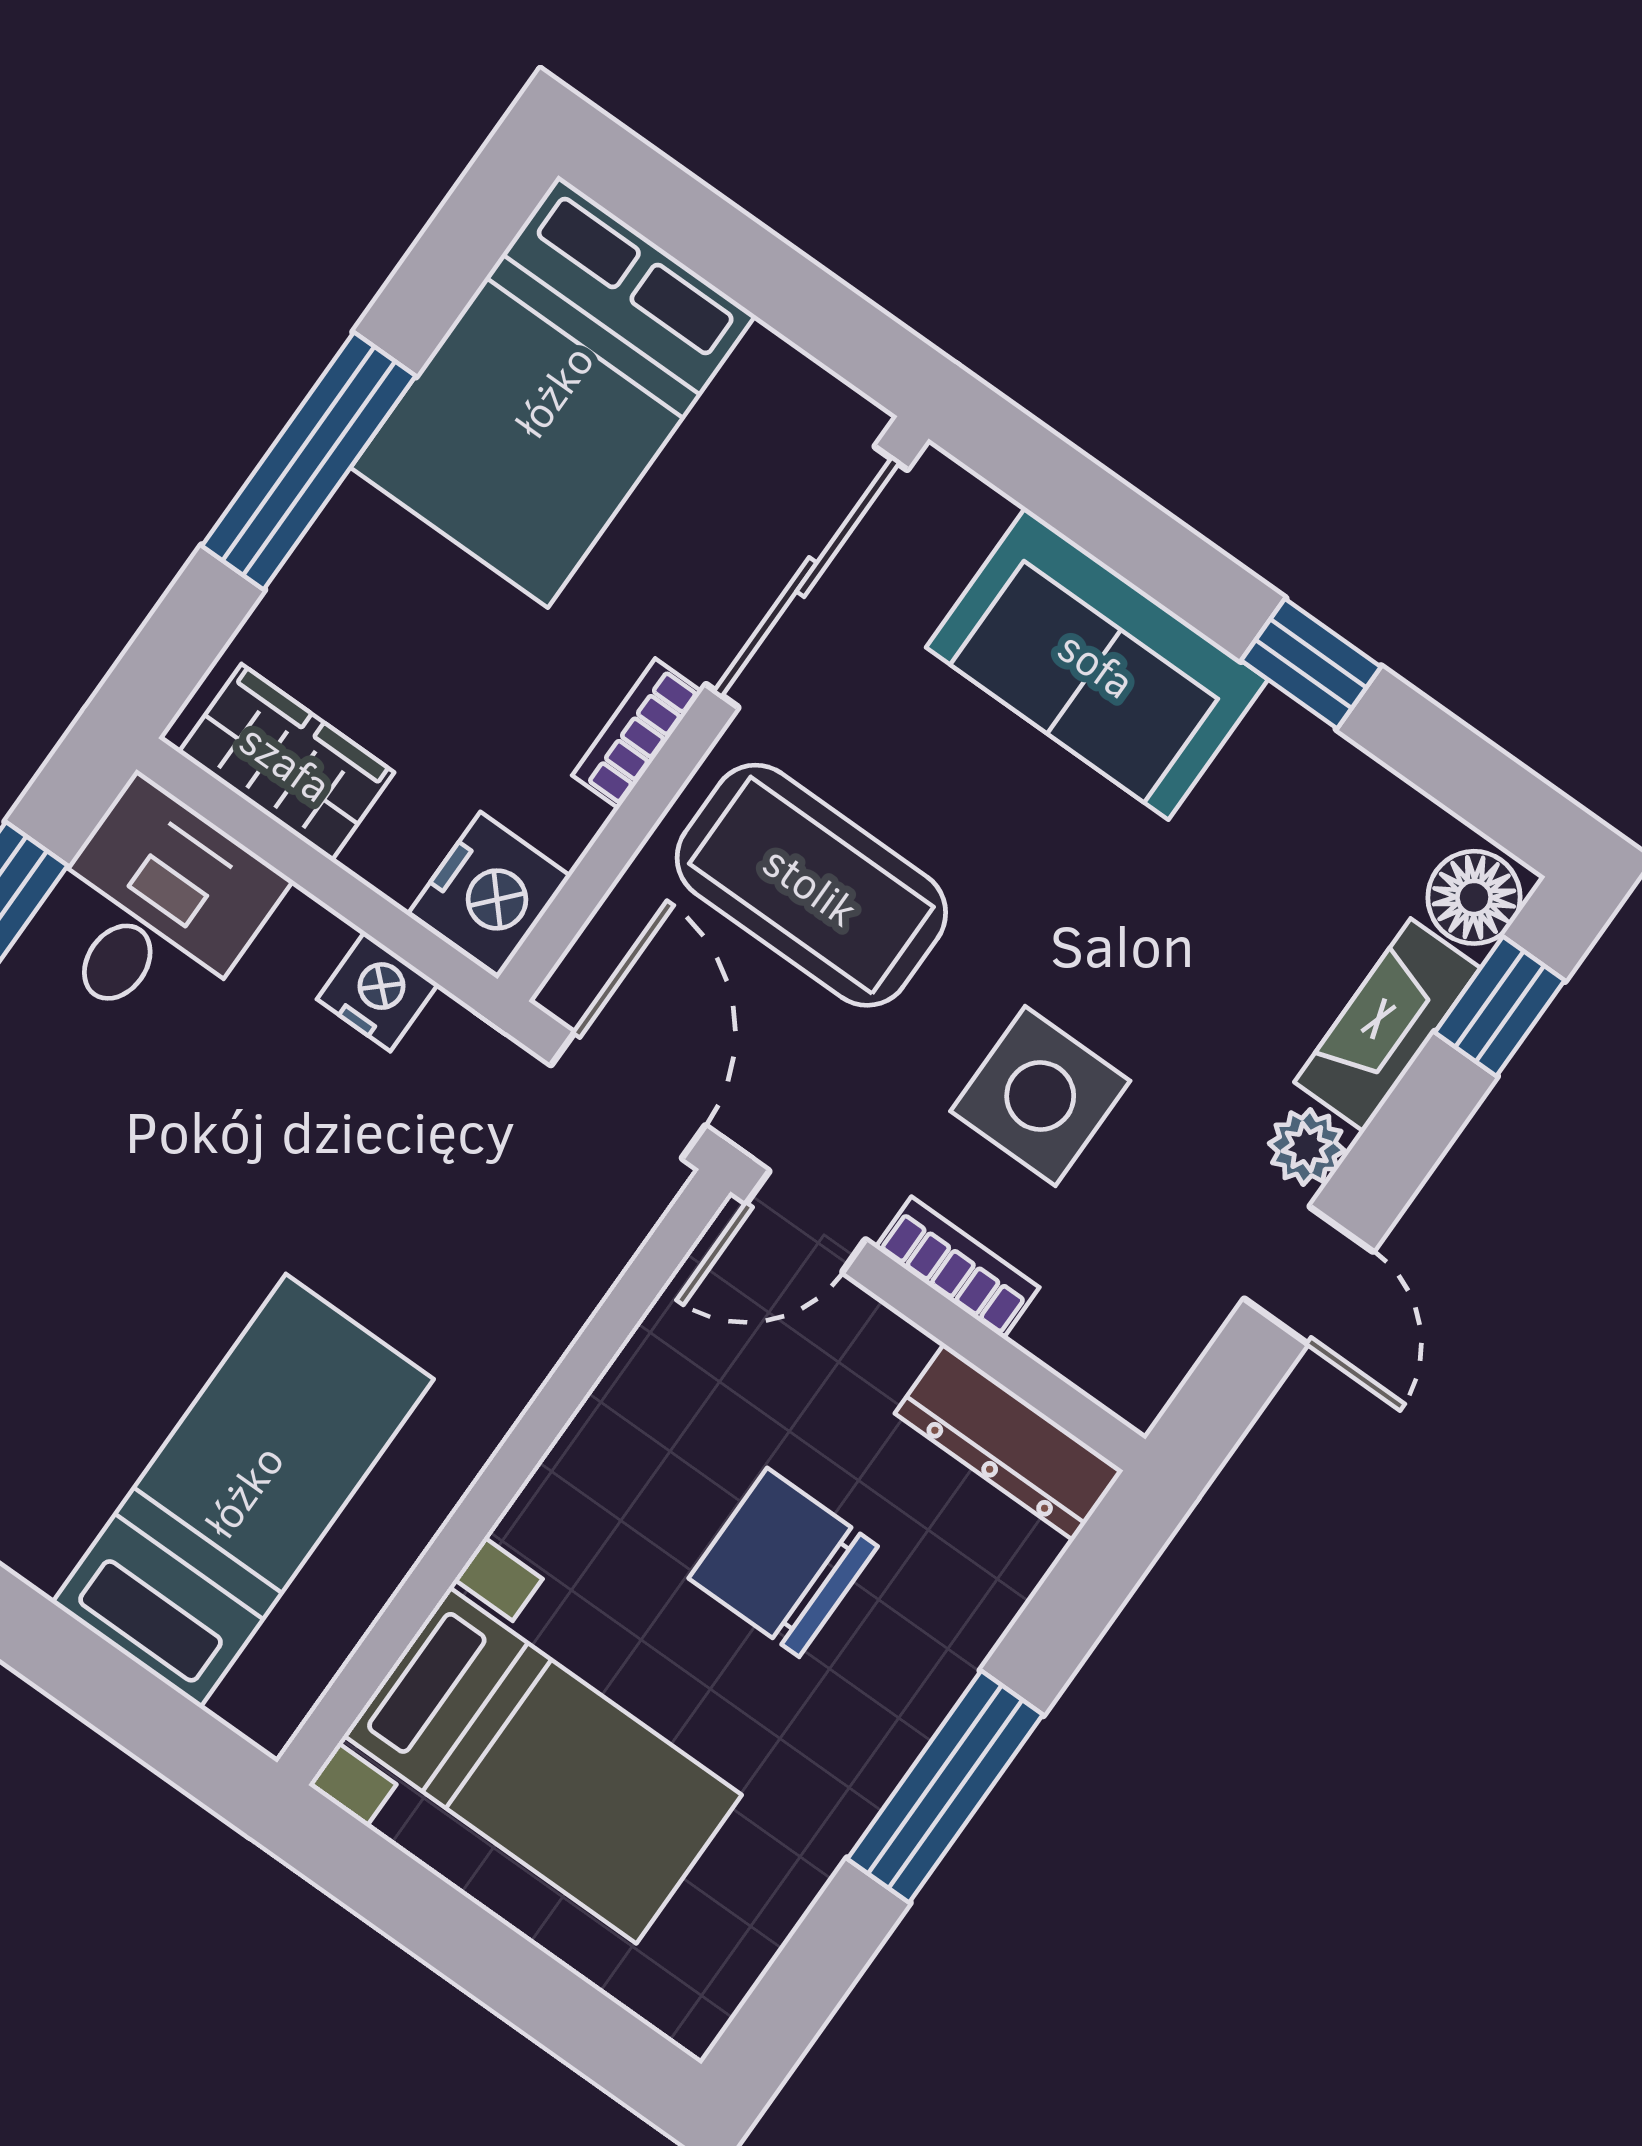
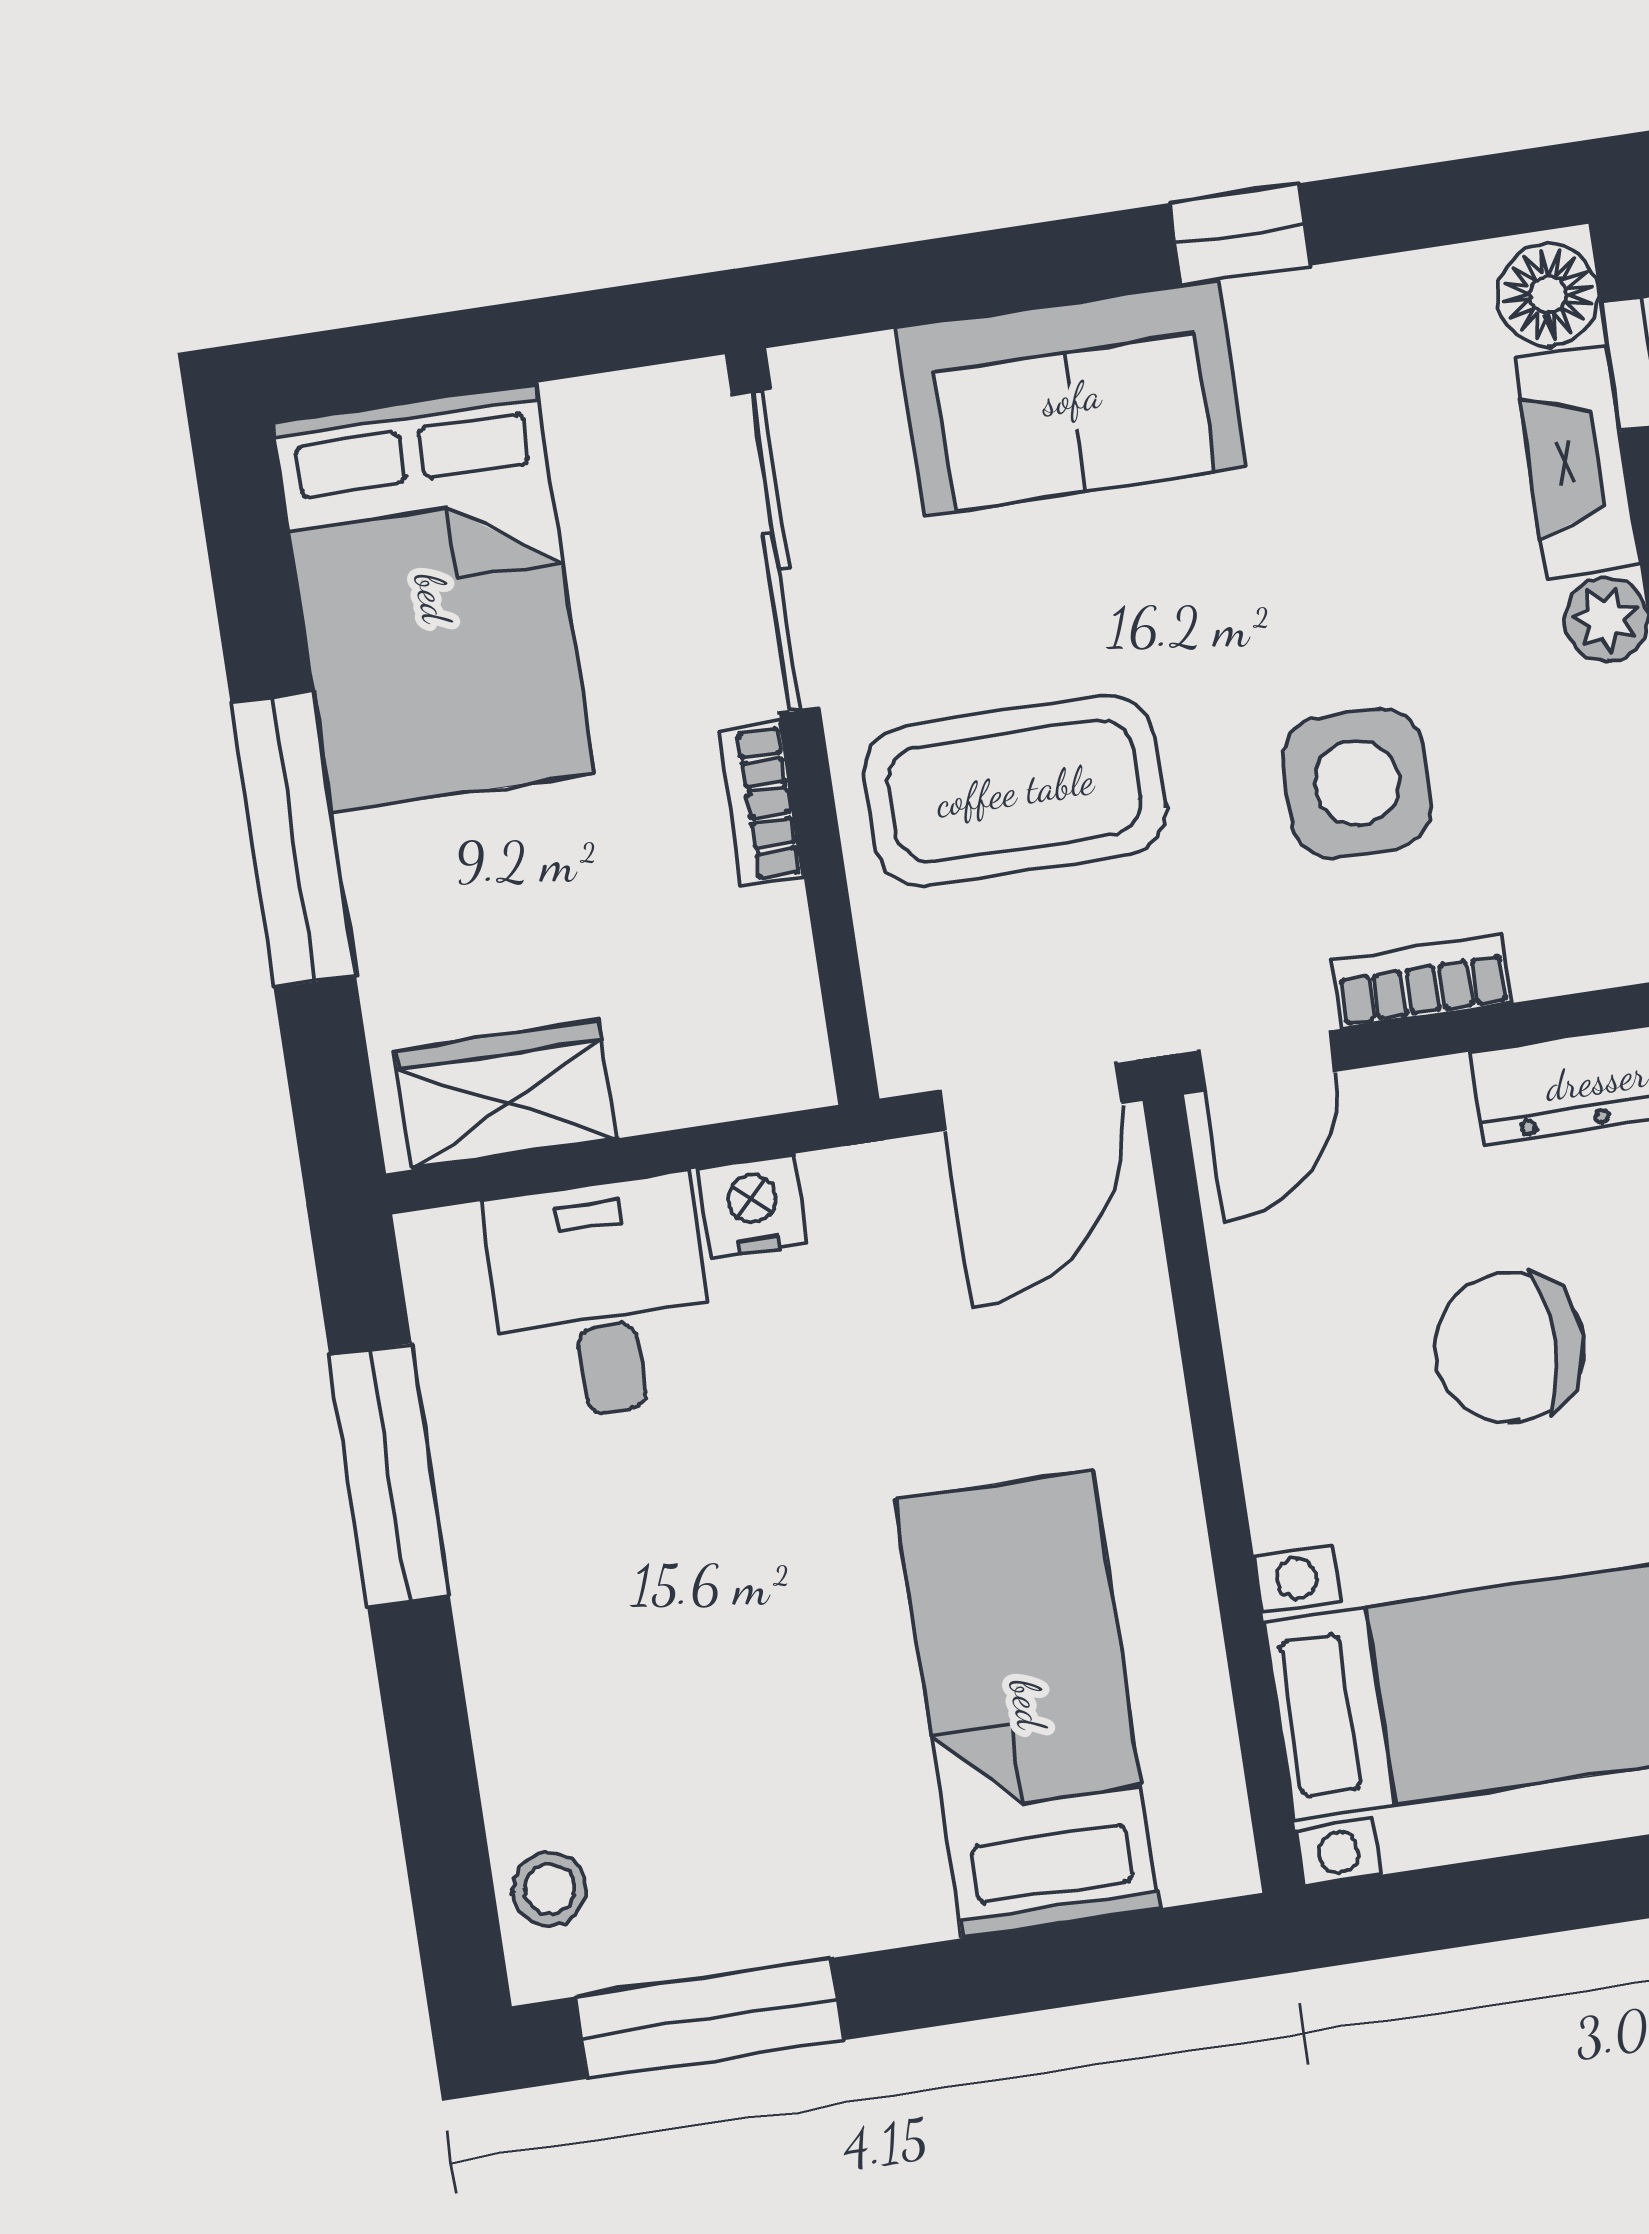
nightstand: (490, 894) -> (767, 1044), removed
desk: (155, 910) -> (601, 1298), moved
door: (628, 1095) -> (1030, 1097), swing flipped

